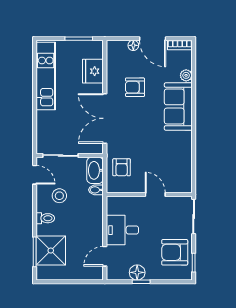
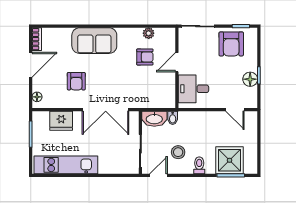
floor lamp: (133, 45) -> (37, 97), moved
plant: (186, 75) -> (149, 33), moved
armchair: (122, 167) -> (145, 57), moved
desk: (122, 230) -> (193, 89), moved, turned 90

